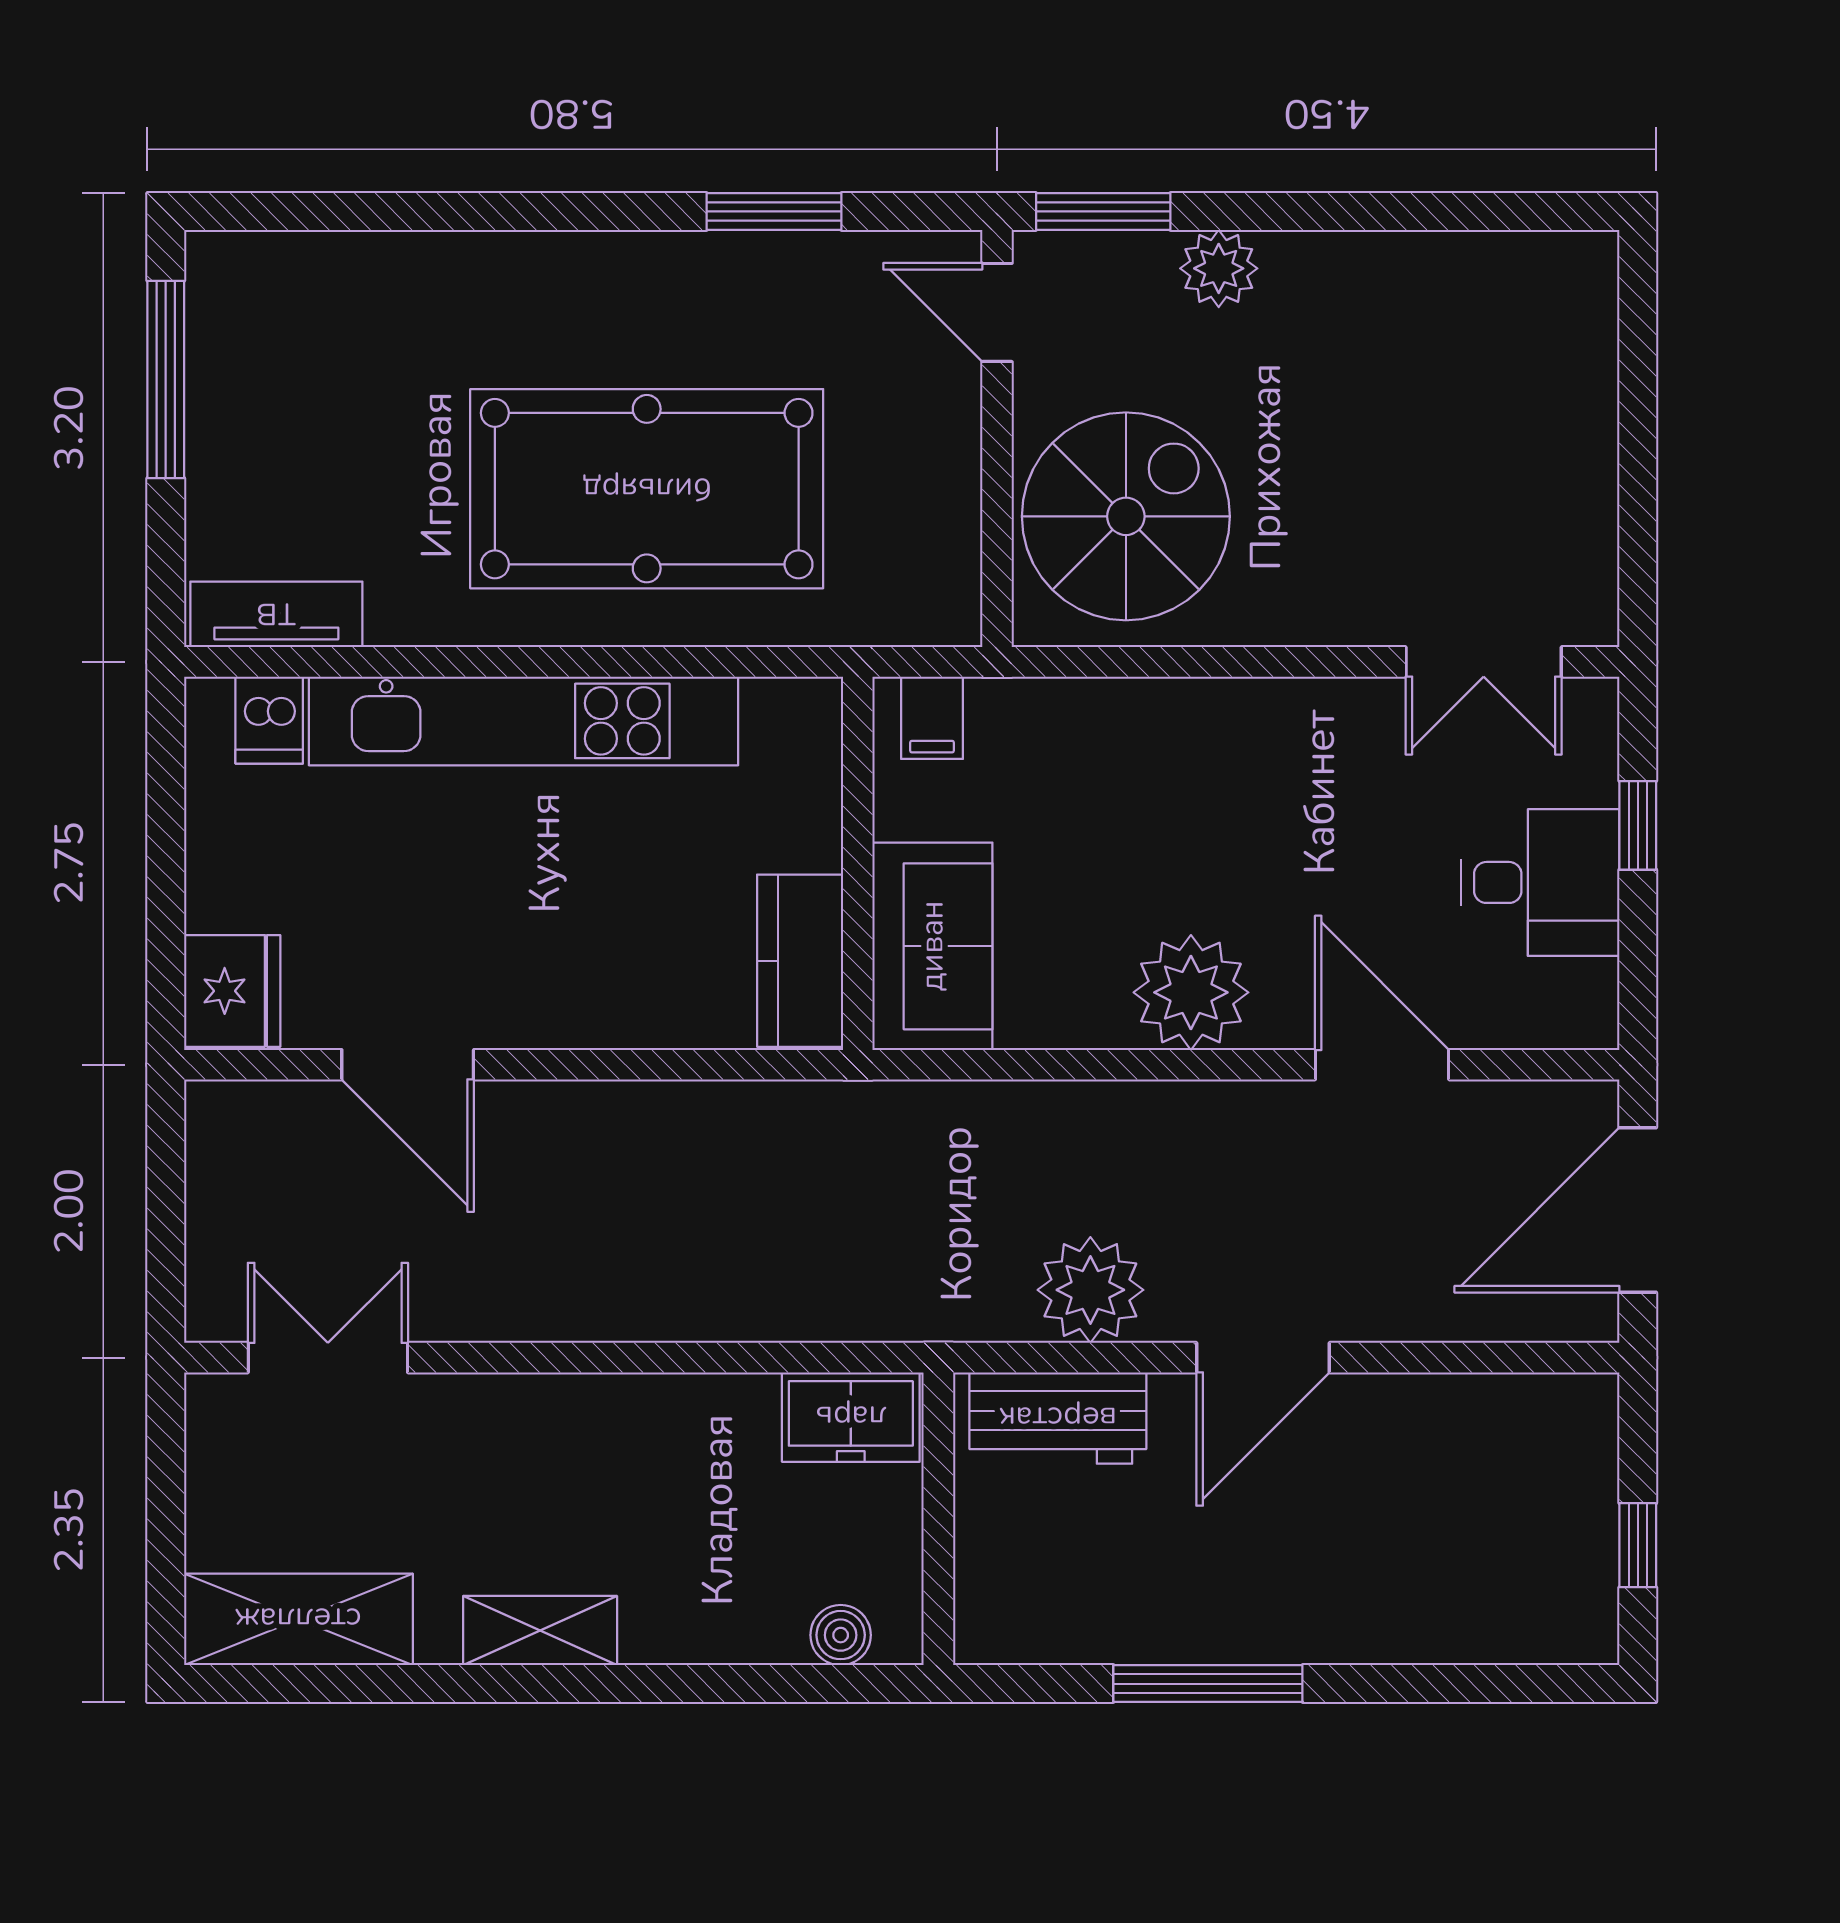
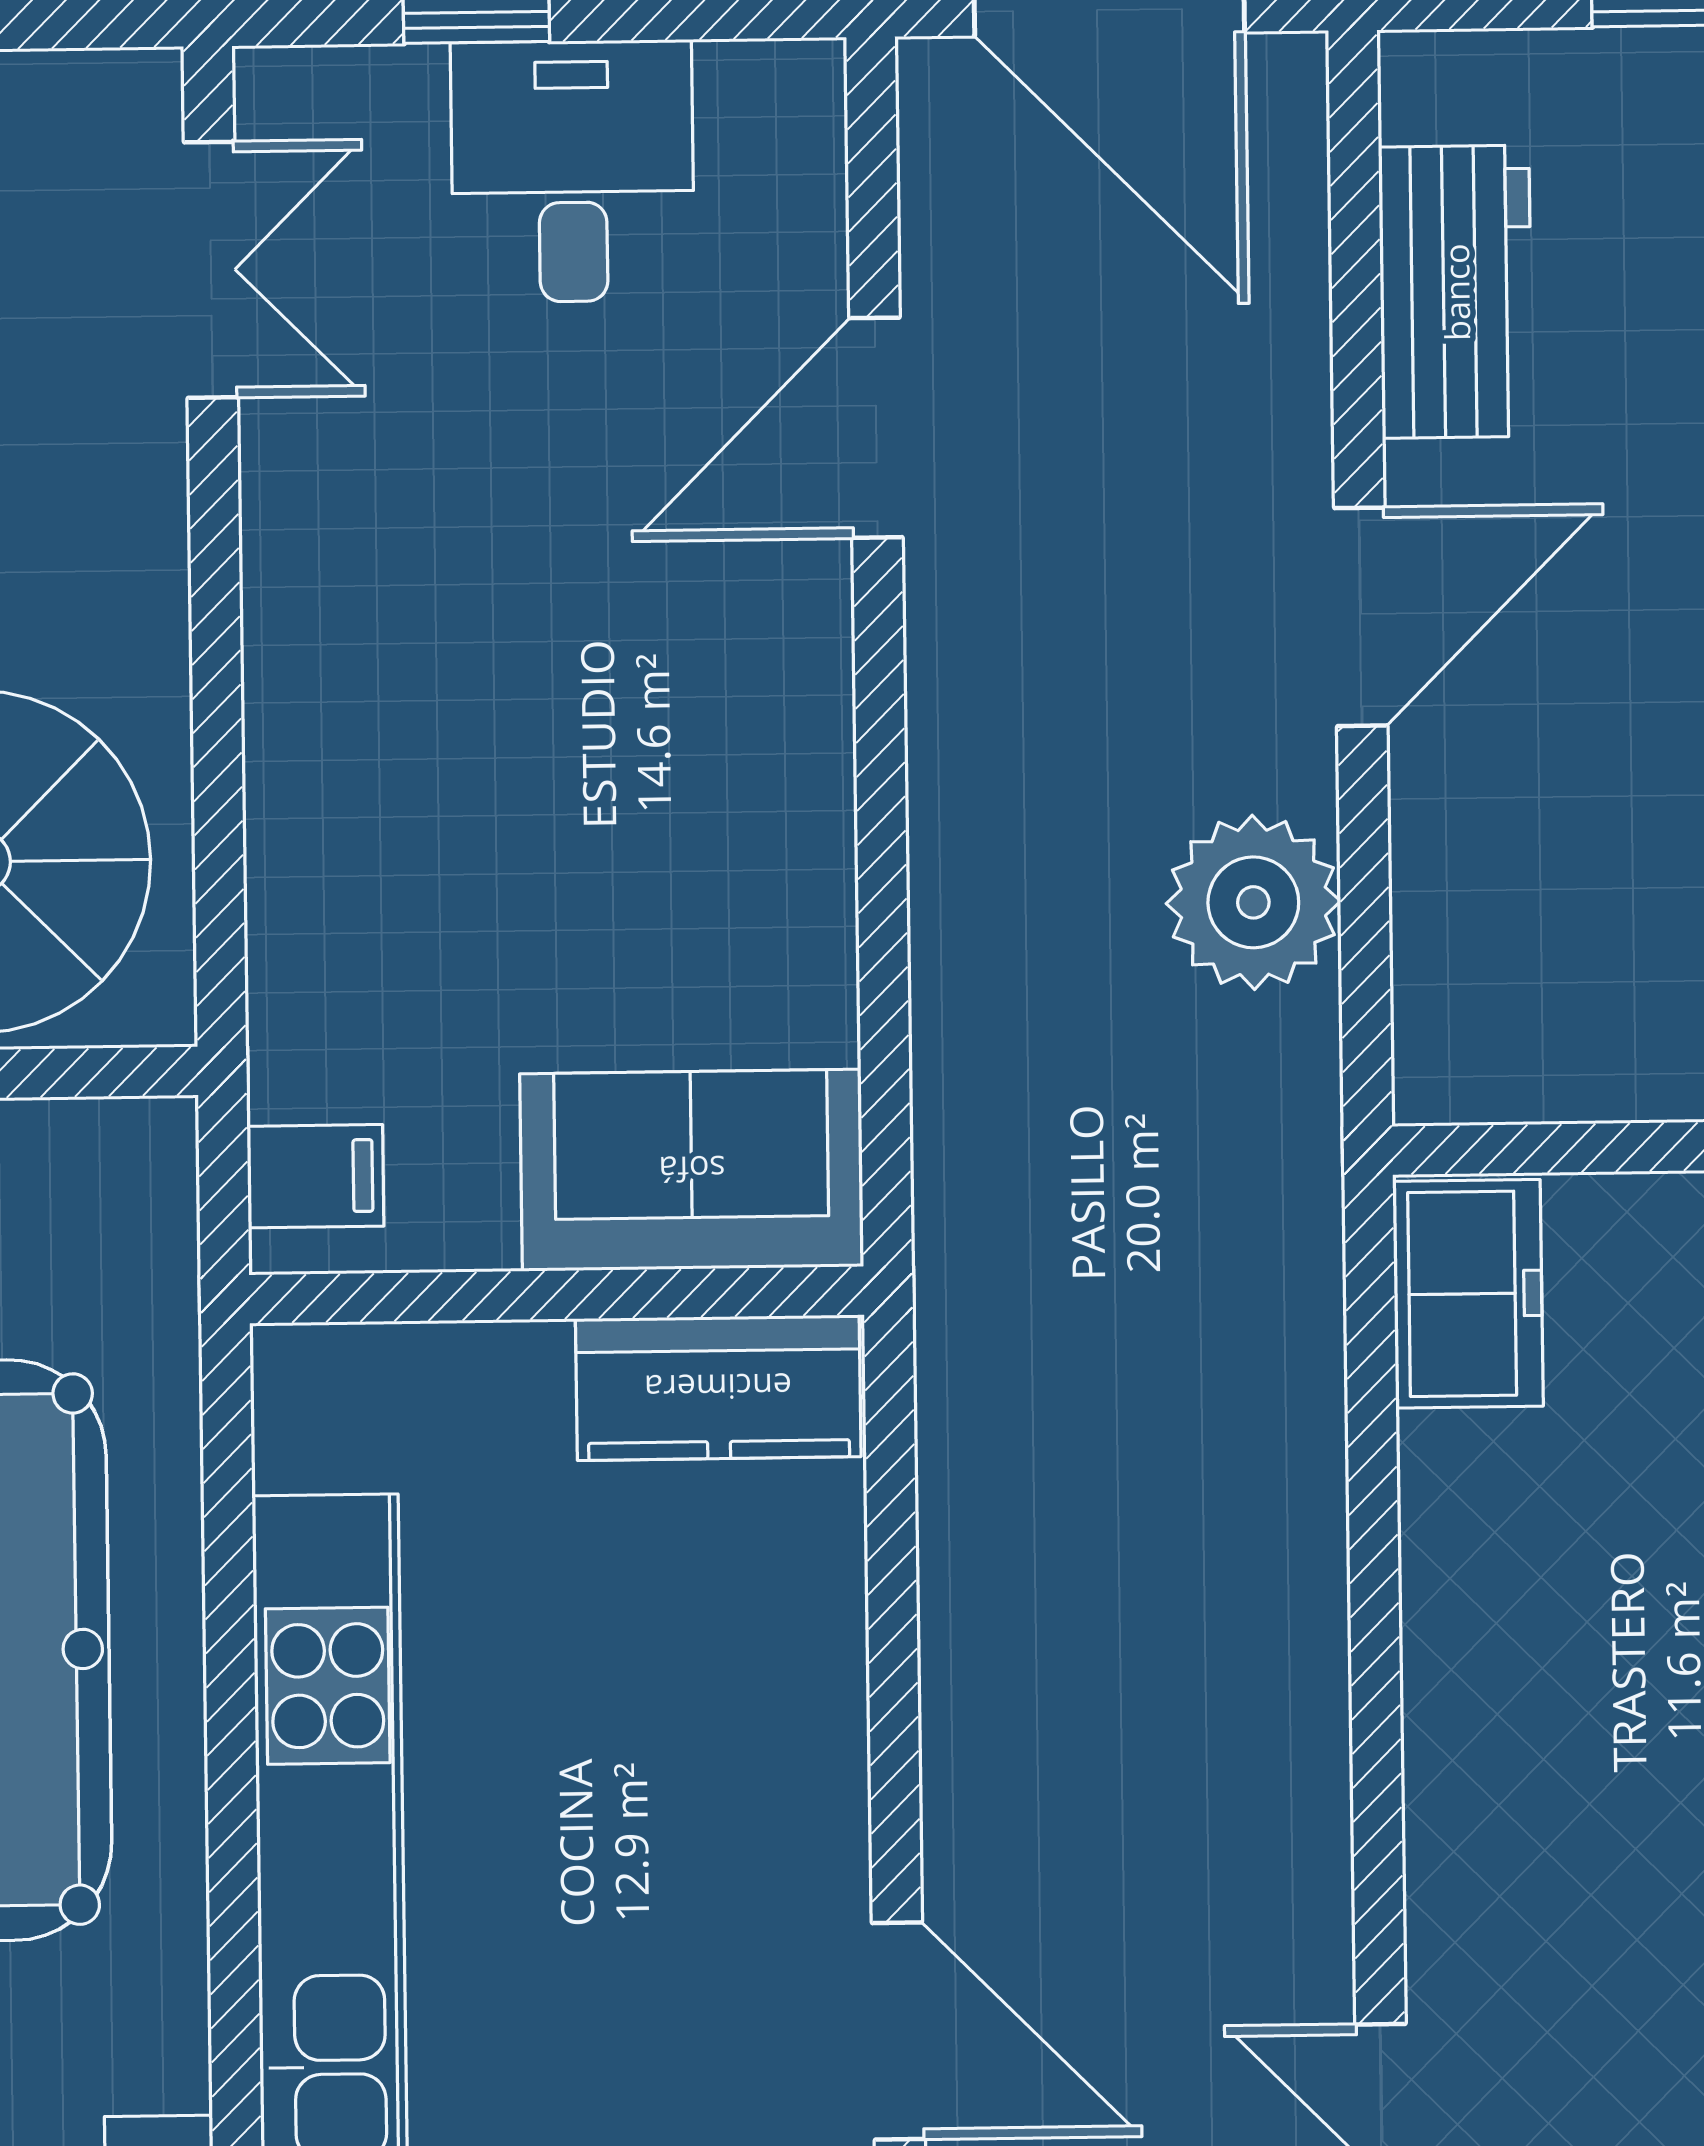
plant: (1191, 992) -> (762, 744), removed
door: (408, 1065) -> (898, 2031), hinge flipped
door: (1263, 1358) -> (1361, 617), hinge flipped
workbench: (1058, 1418) -> (1456, 292), moved

